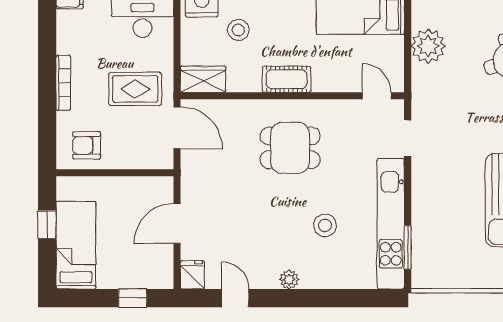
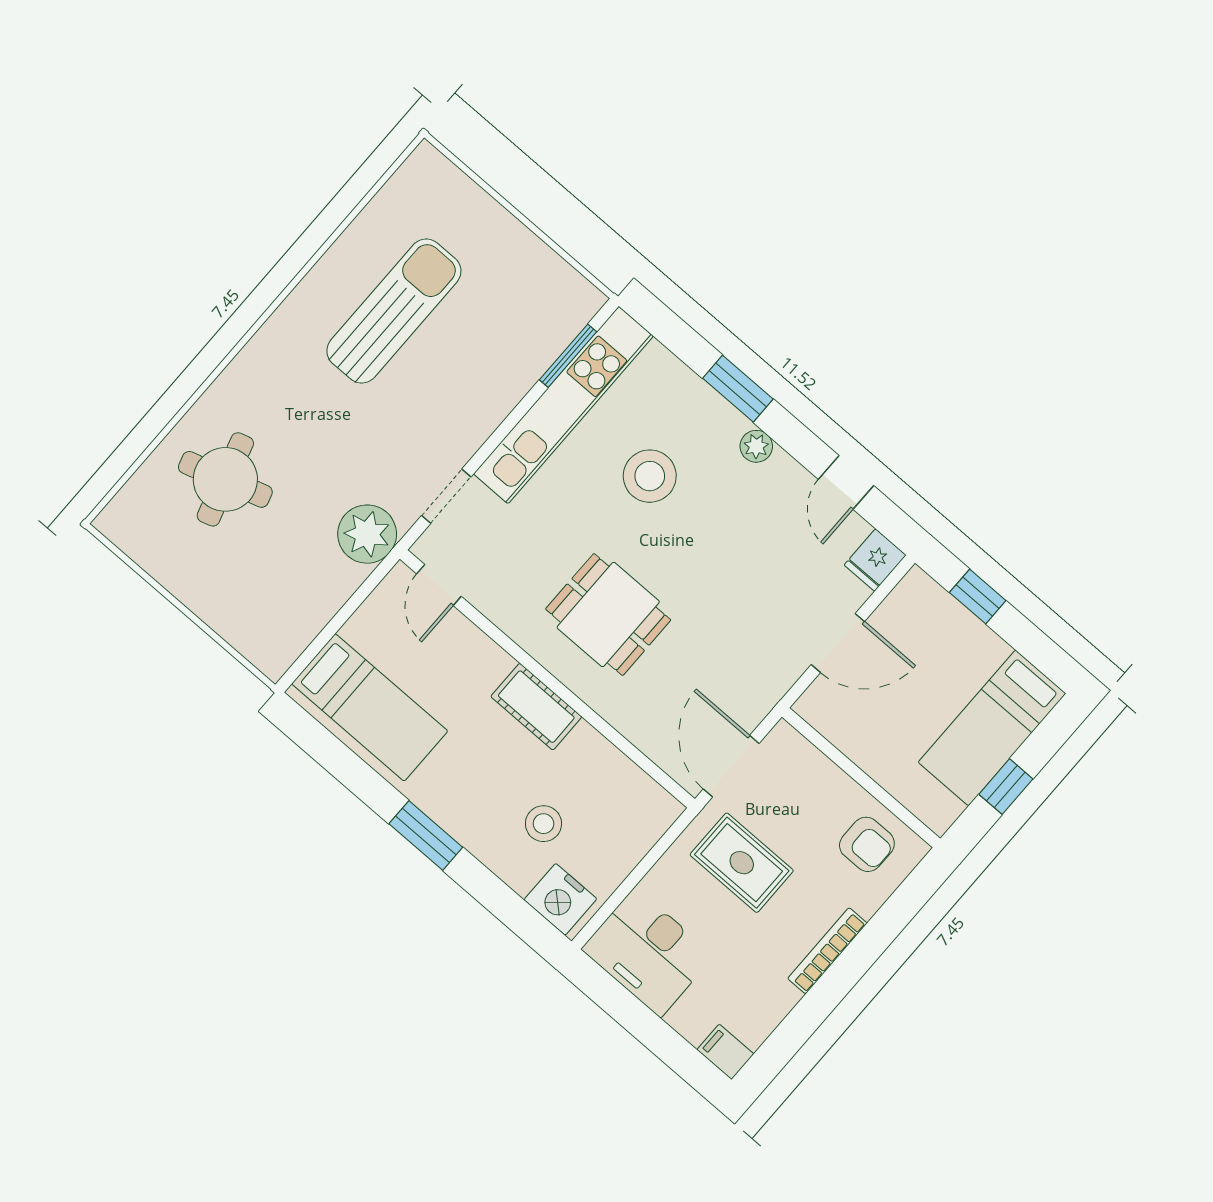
plant: (428, 46) -> (367, 534), moved
wardrobe: (203, 79) -> (644, 800), removed
stool: (325, 225) -> (650, 476), width x1.38, depth x1.38
window: (319, 298) -> (738, 389), added

